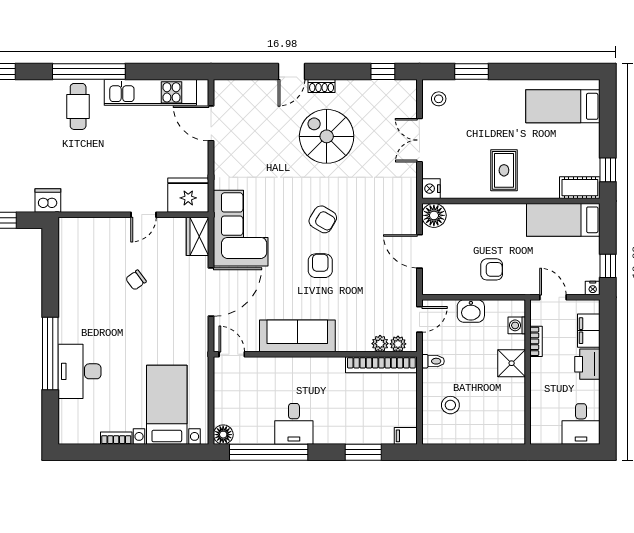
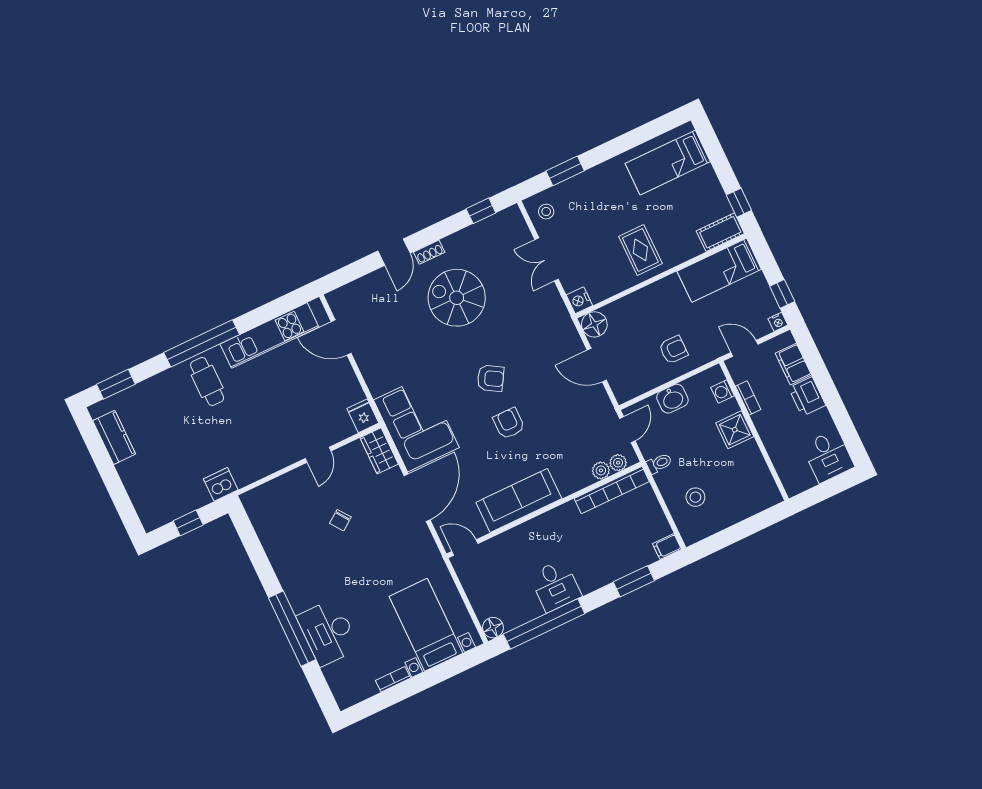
fridge: (188, 195) -> (363, 416), width x0.53, depth x0.75

